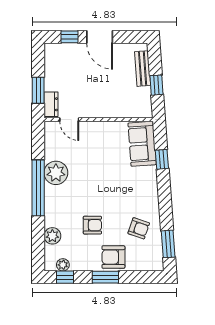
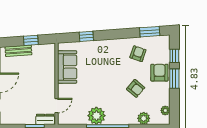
sofa: (142, 144) -> (67, 67), moved, turned -86
armchair: (92, 225) -> (136, 88), turned 130
armchair: (113, 257) -> (159, 73), turned 180
window: (65, 277) -> (174, 56), moved

